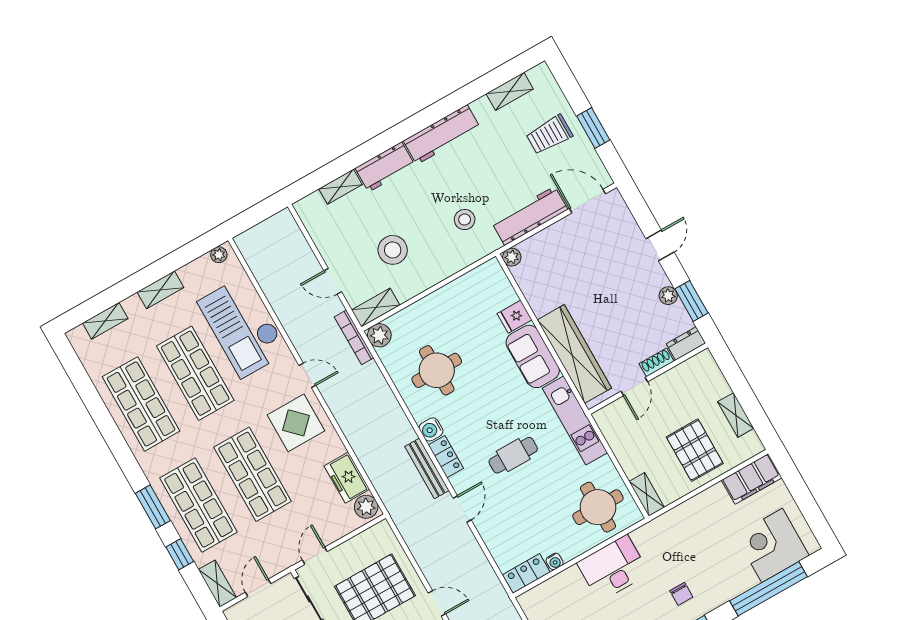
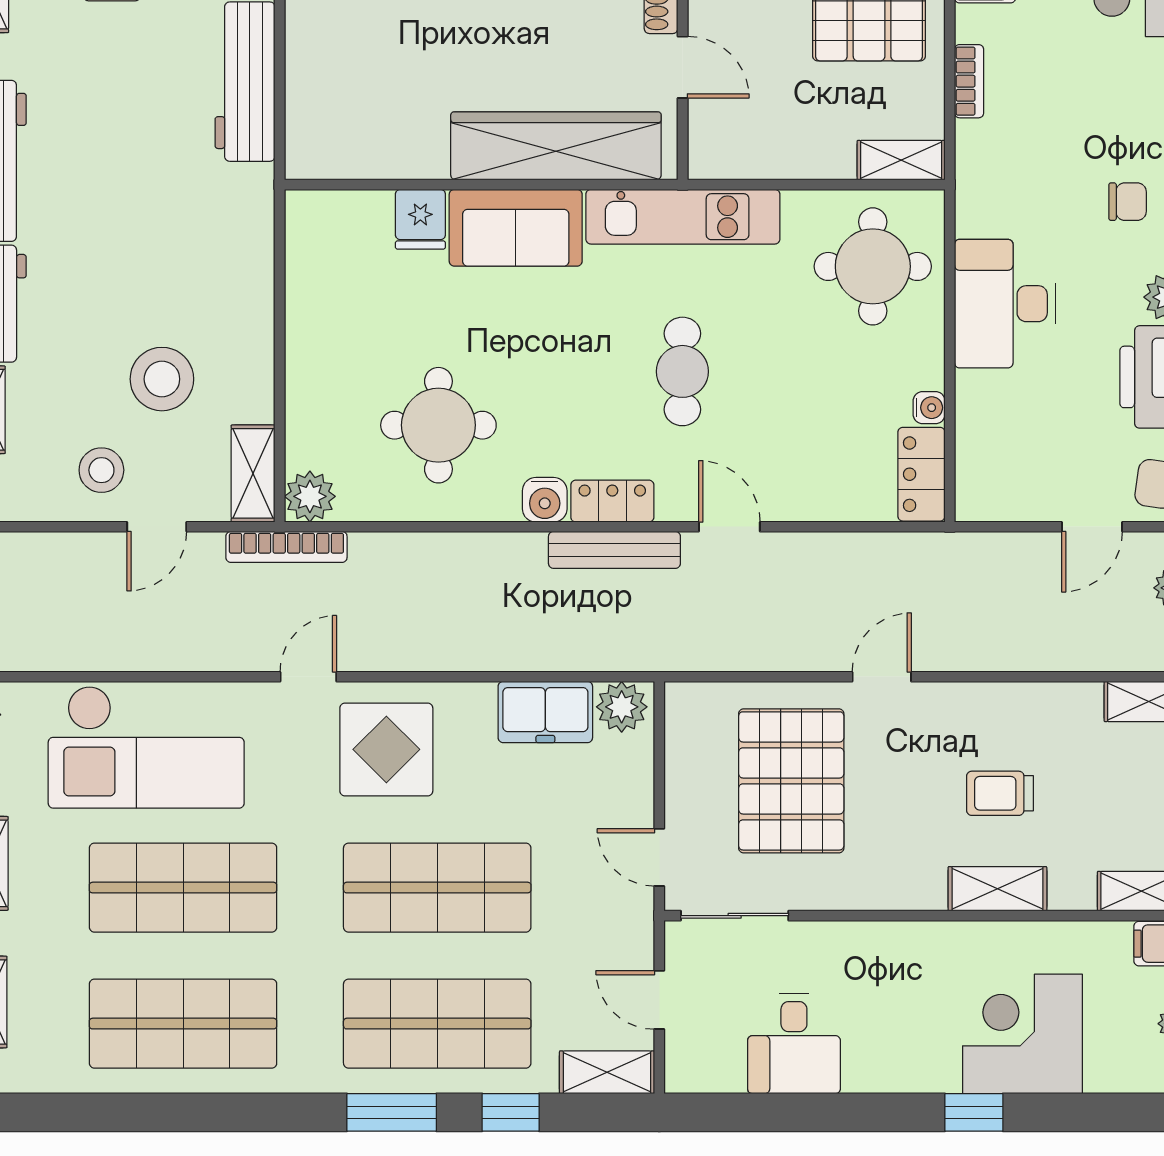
stool: (465, 220) -> (101, 470), moved
plant: (512, 257) -> (304, 160), removed
bookcase: (693, 504) -> (969, 81), added

